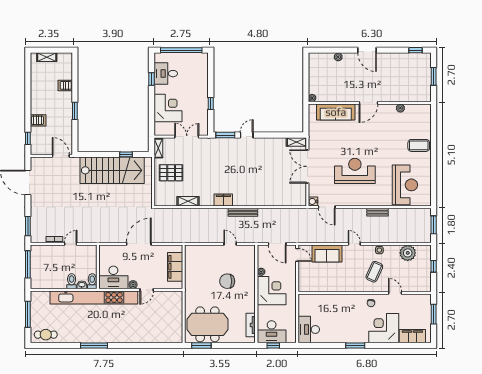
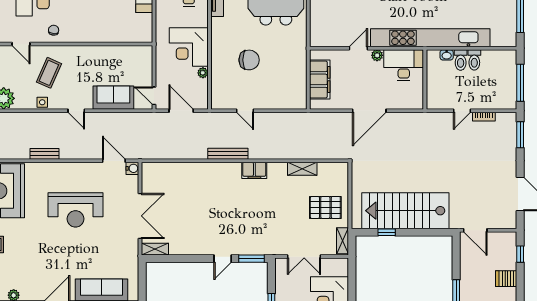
toilet: (92, 281) -> (474, 60), moved

